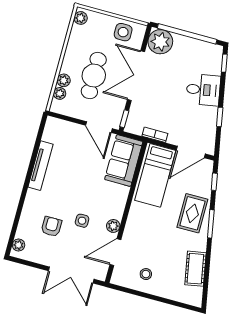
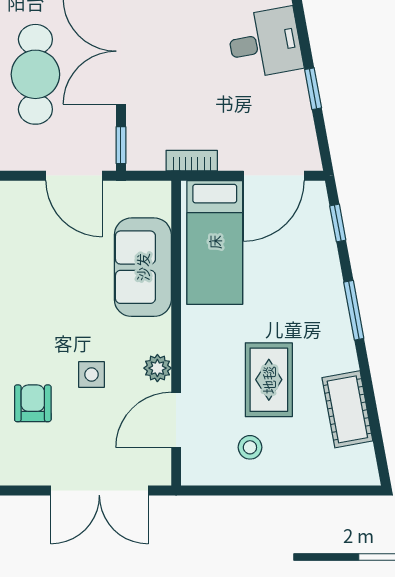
sofa: (124, 161) -> (143, 267), moved
rug: (192, 213) -> (269, 380), moved

